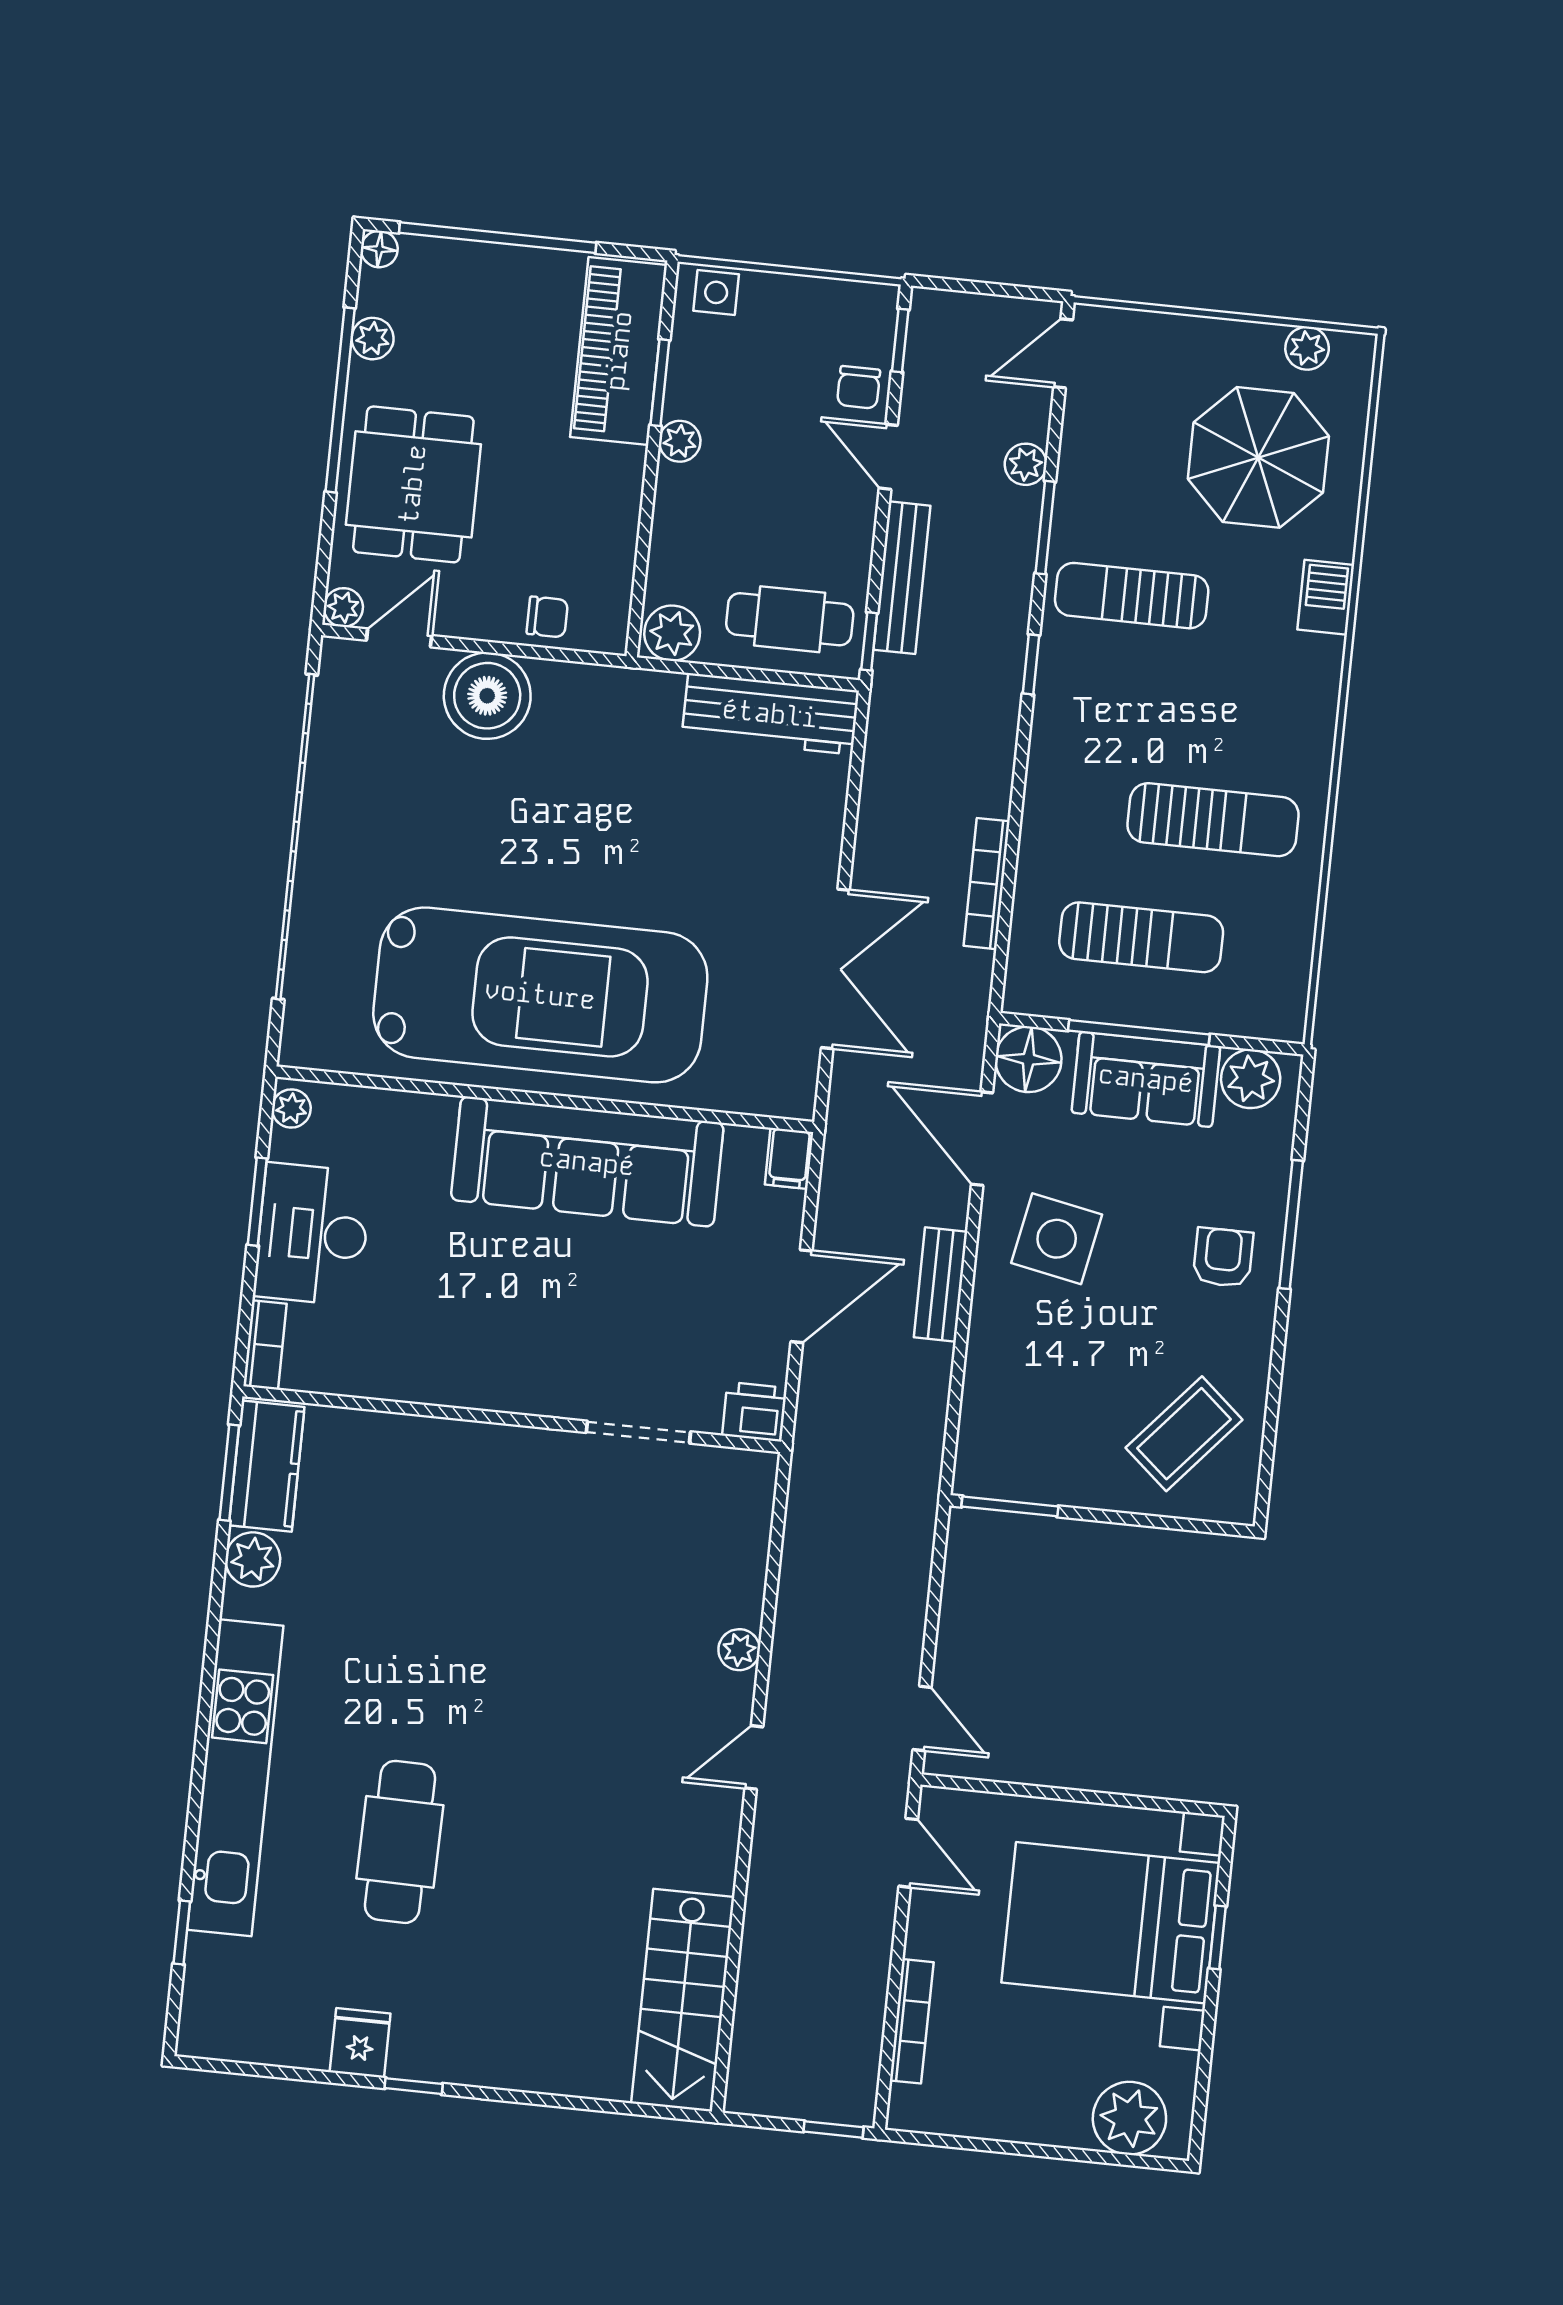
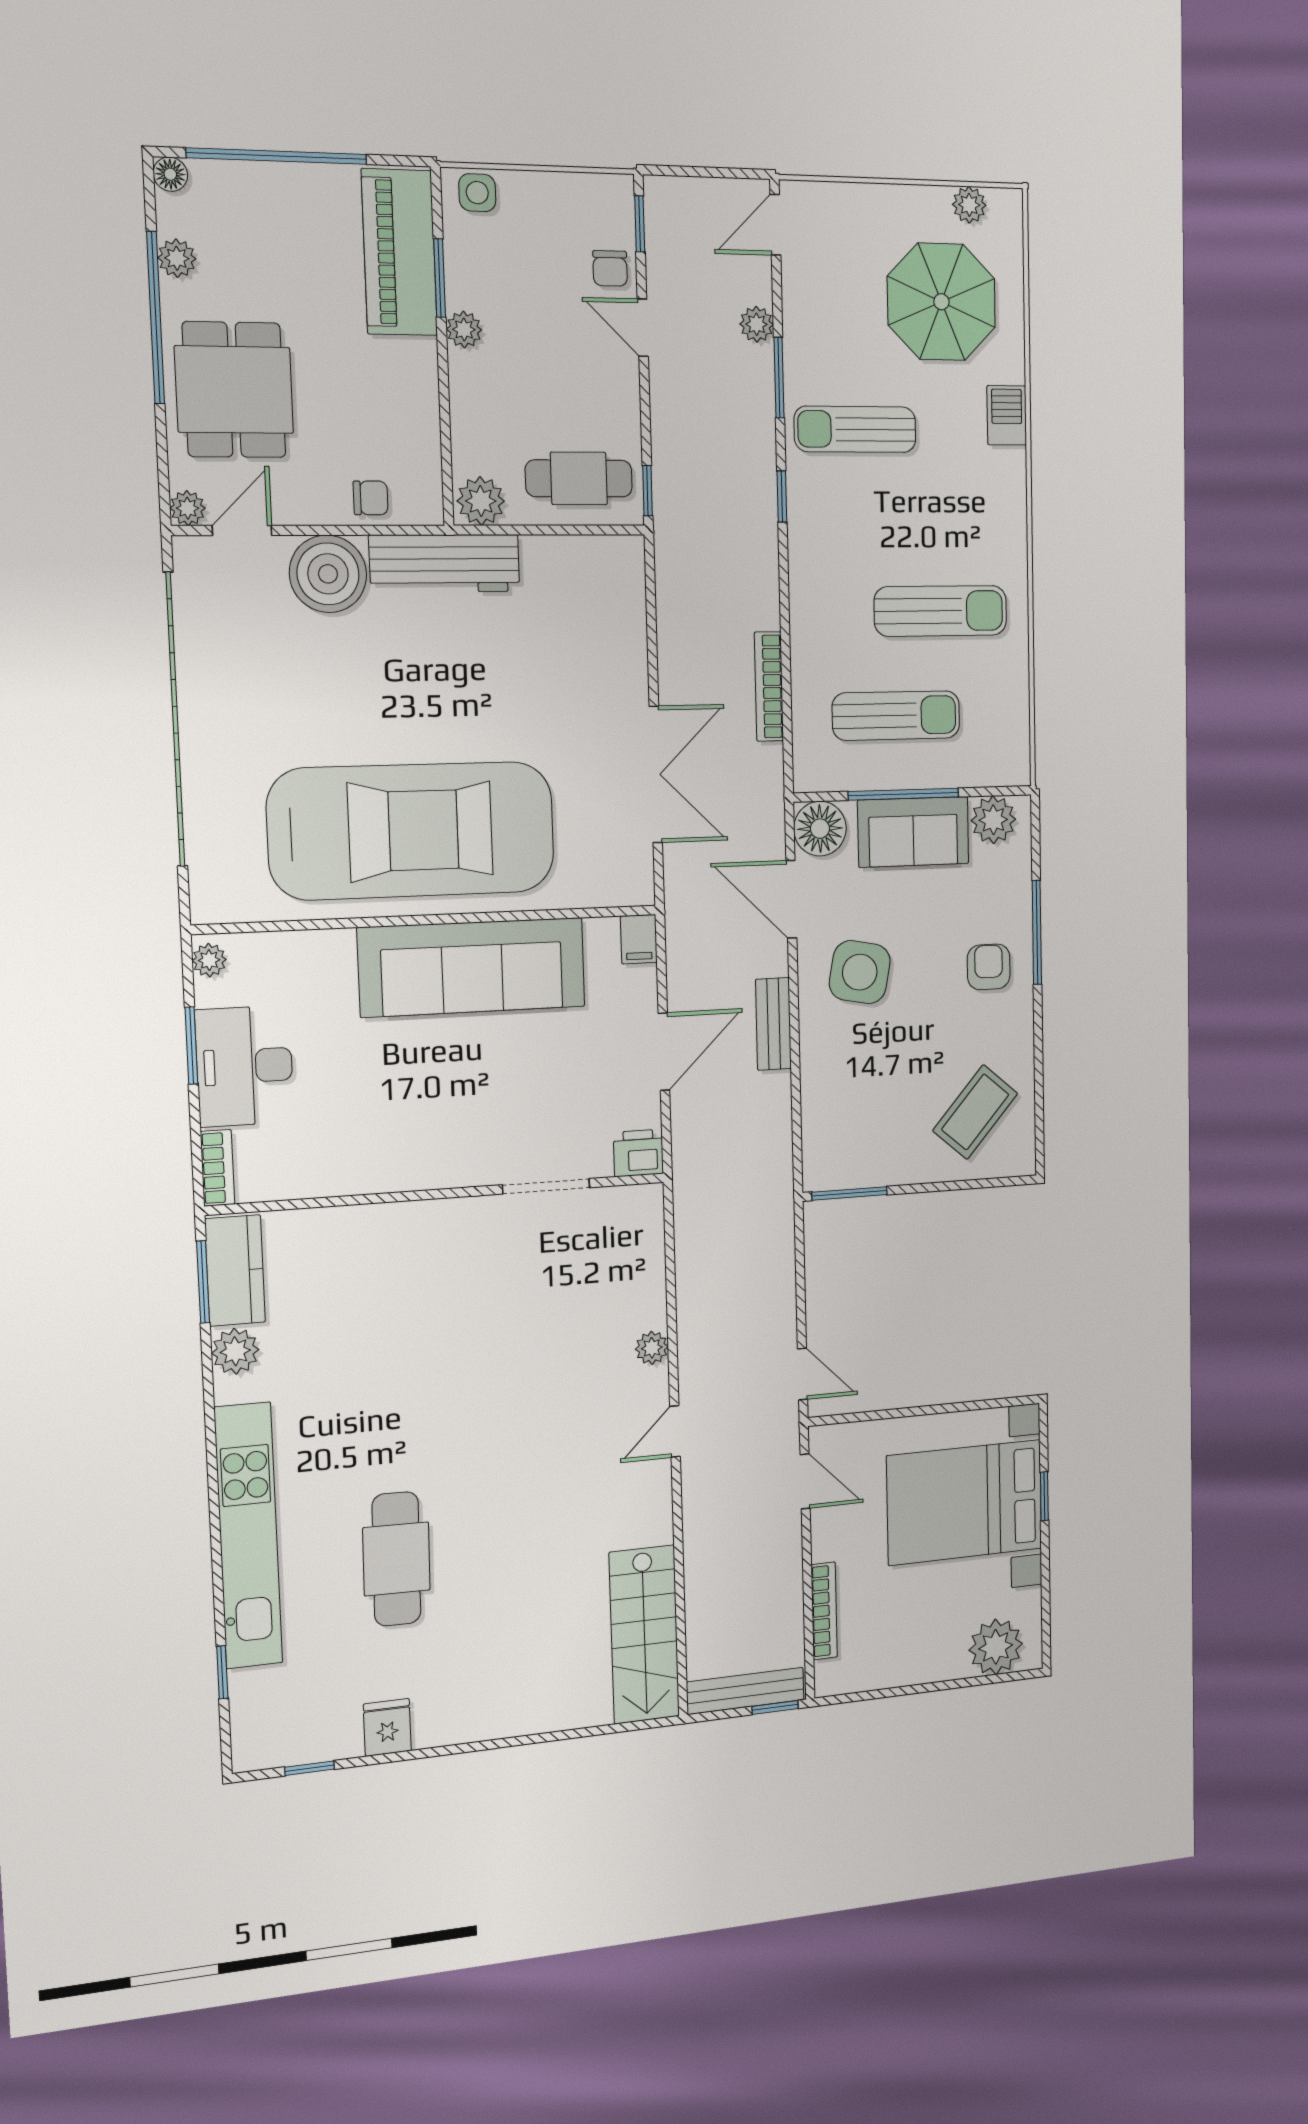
bench: (902, 578) -> (745, 1691), moved, turned 90
workbench: (770, 714) -> (445, 563), moved
window: (414, 2086) -> (310, 1768), moved

